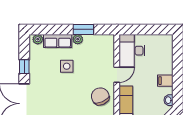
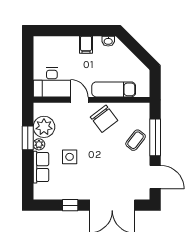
plant: (38, 39) -> (44, 127), moved, width x1.88, depth x1.88
chair: (100, 96) -> (104, 119), turned -103

